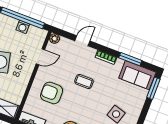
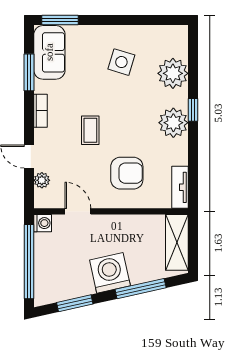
washing machine: (23, 27) -> (43, 223), moved
plant: (55, 39) -> (42, 180), moved
armchair: (52, 93) -> (127, 173), turned -90

